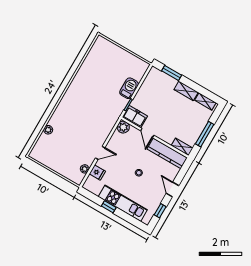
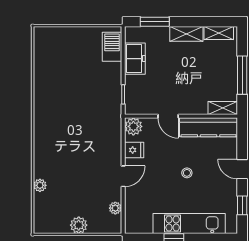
barbecue: (129, 88) -> (112, 47), moved
freezer: (135, 117) -> (135, 59), moved, turned 90
plant: (57, 166) -> (79, 225), added
fridge: (97, 173) -> (134, 150), moved

